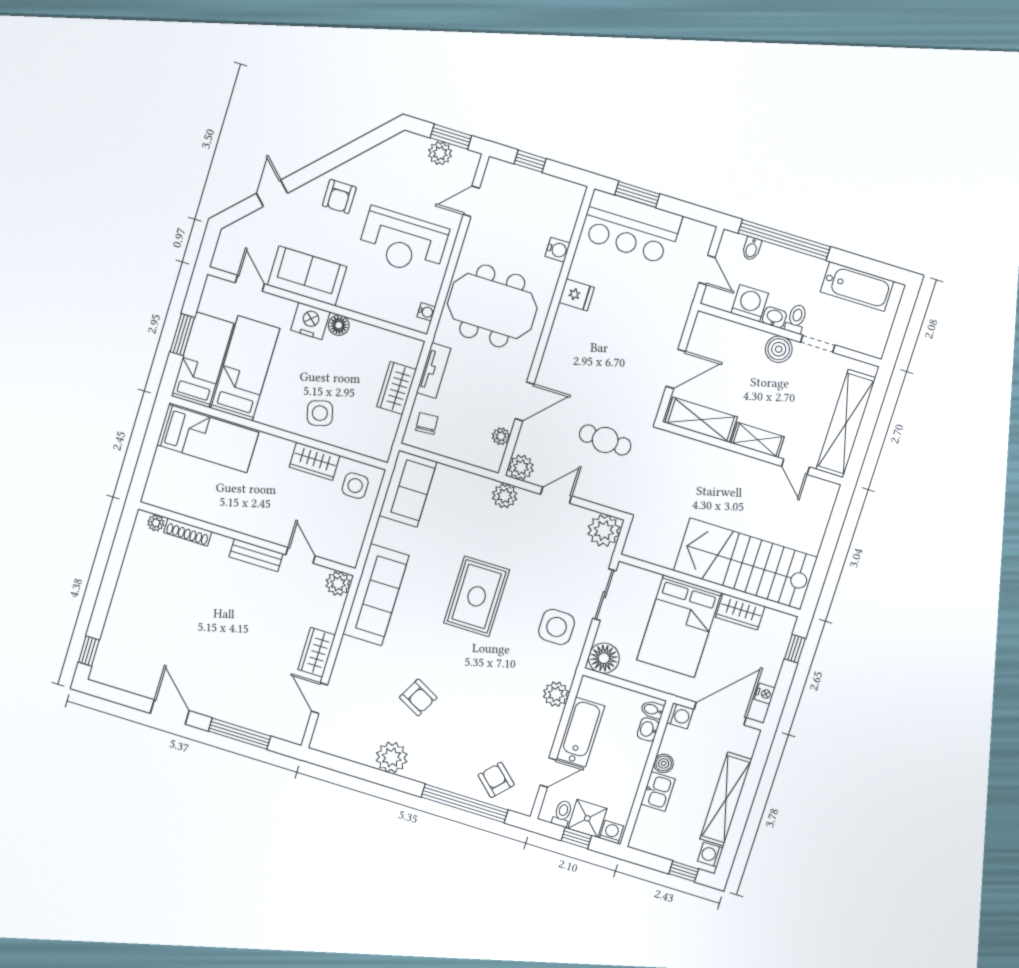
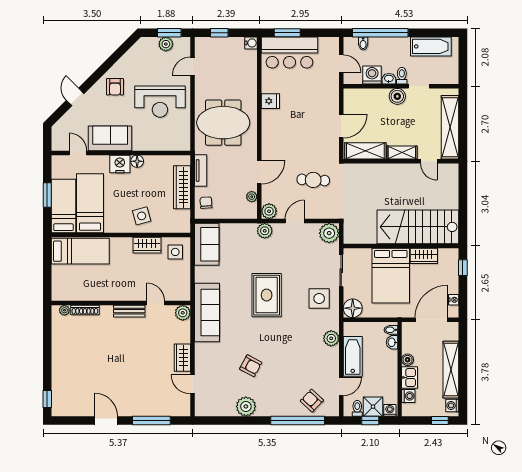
water cooler: (557, 250) -> (251, 43), moved
water cooler: (426, 312) -> (186, 138), removed
wardrobe: (396, 388) -> (182, 187), width x1.50
washing machine: (680, 716) -> (408, 396), moved

